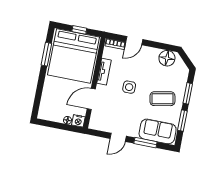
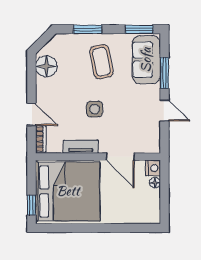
window: (79, 30) -> (31, 205), moved
window: (46, 54) -> (72, 228), removed
window: (182, 121) -> (139, 29), moved

